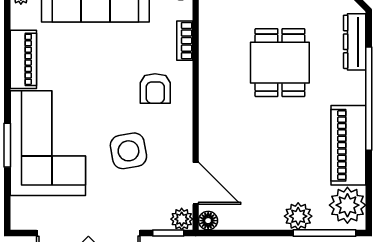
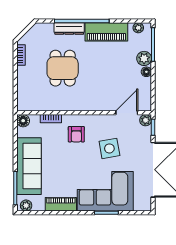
dresser: (355, 42) -> (69, 29), moved
dining table: (280, 63) -> (63, 68), turned 90
armchair: (155, 88) -> (76, 134), turned 90
plant: (347, 205) -> (138, 28), width x0.53, depth x0.53
floor lamp: (208, 221) -> (146, 72), moved

